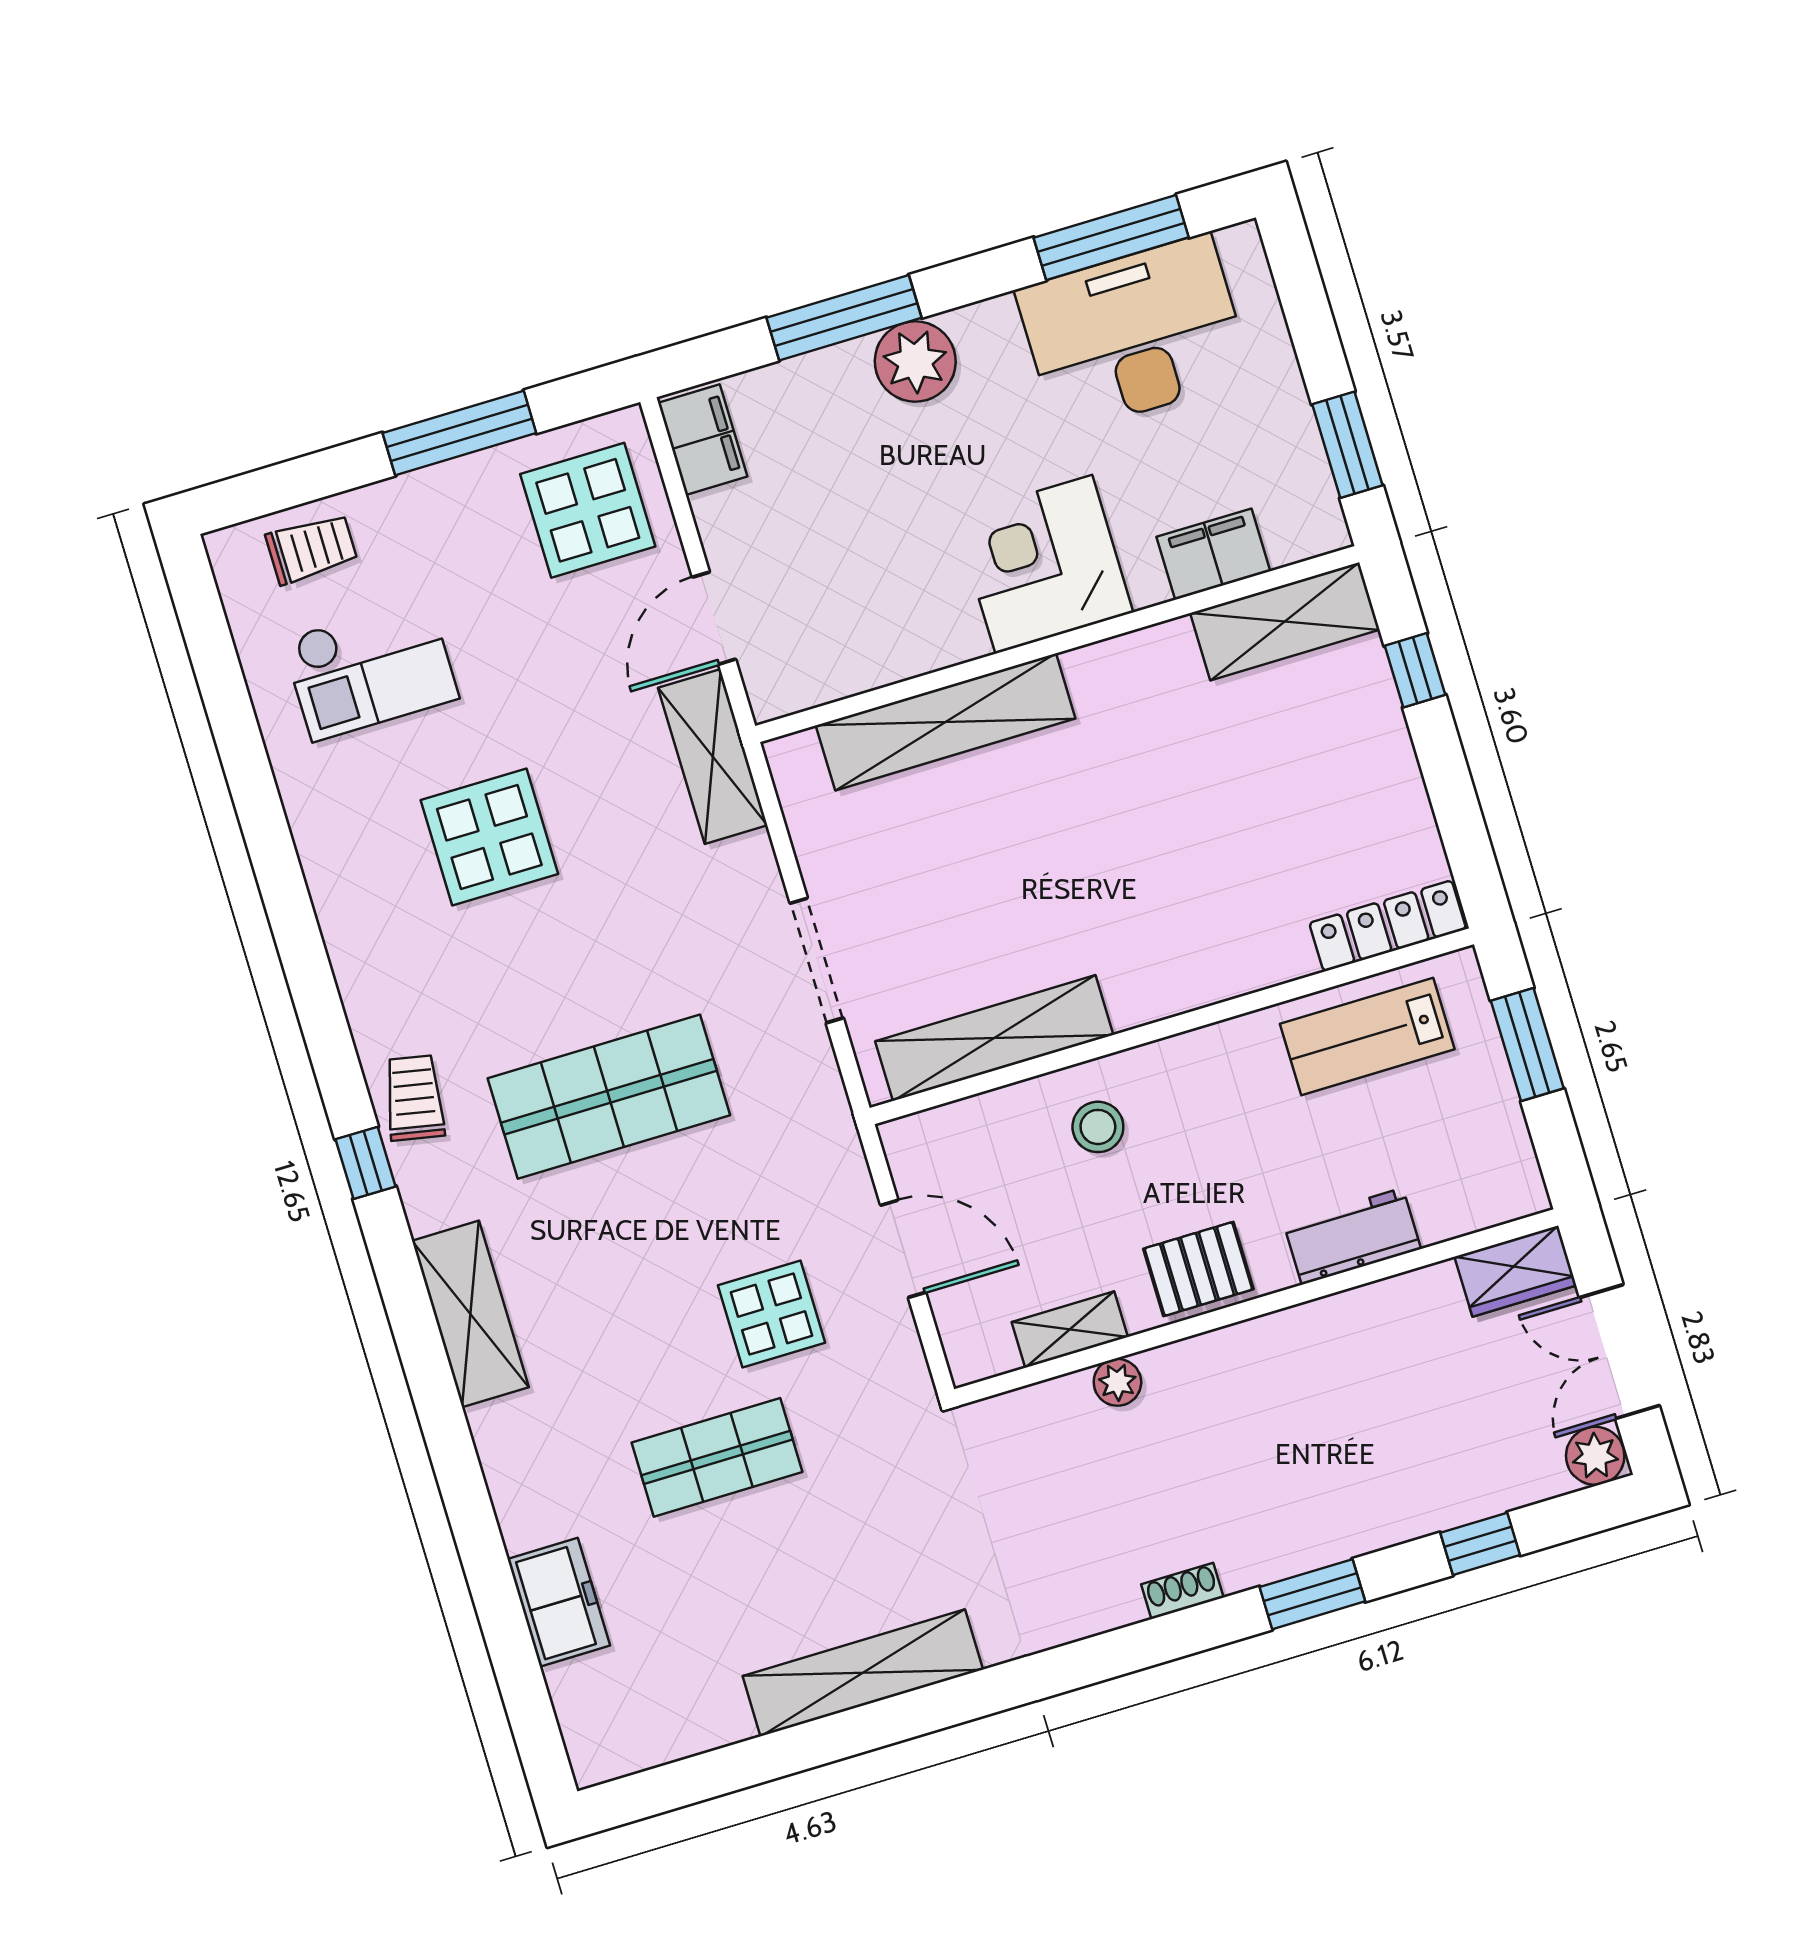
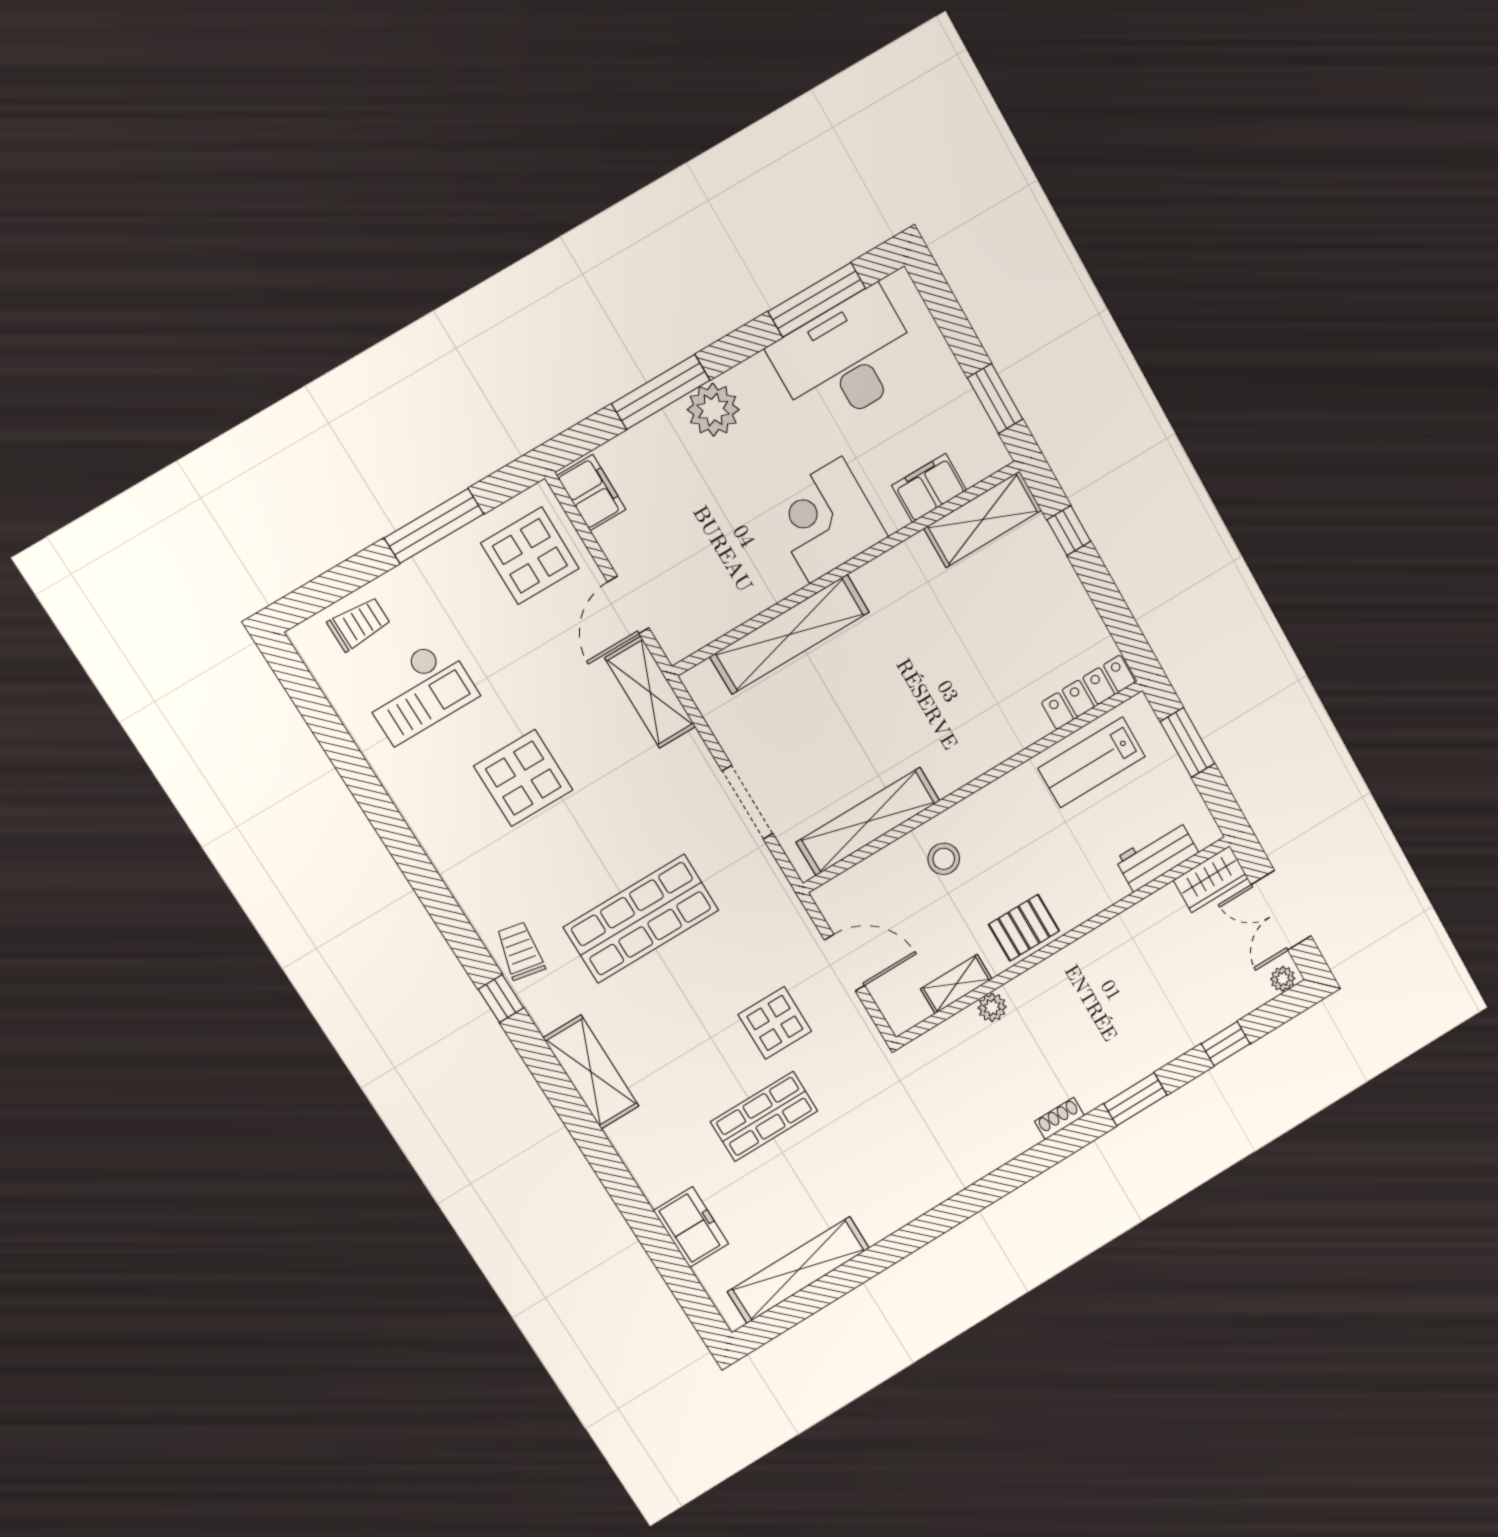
workbench: (1352, 1236) -> (1157, 856), moved
plant: (1595, 1456) -> (1283, 979), width x0.73, depth x0.73
shelving: (863, 1673) -> (798, 1270), moved

